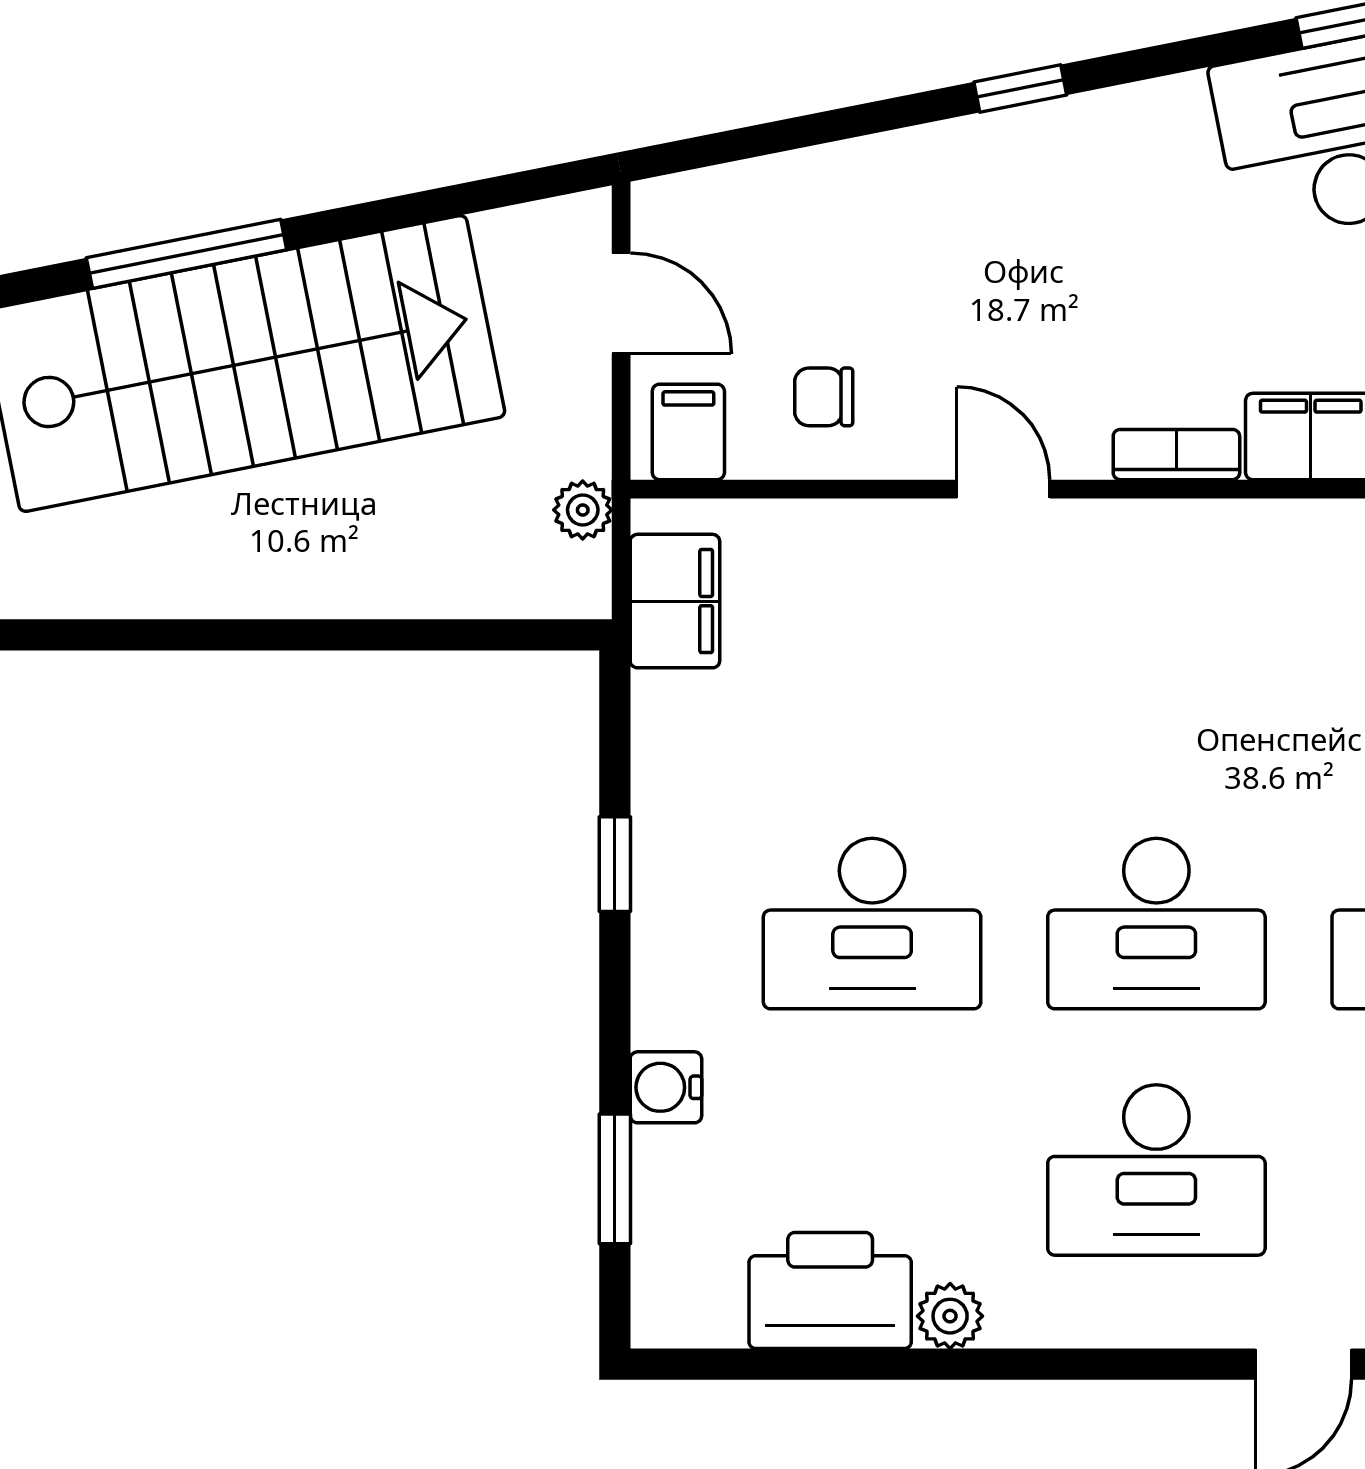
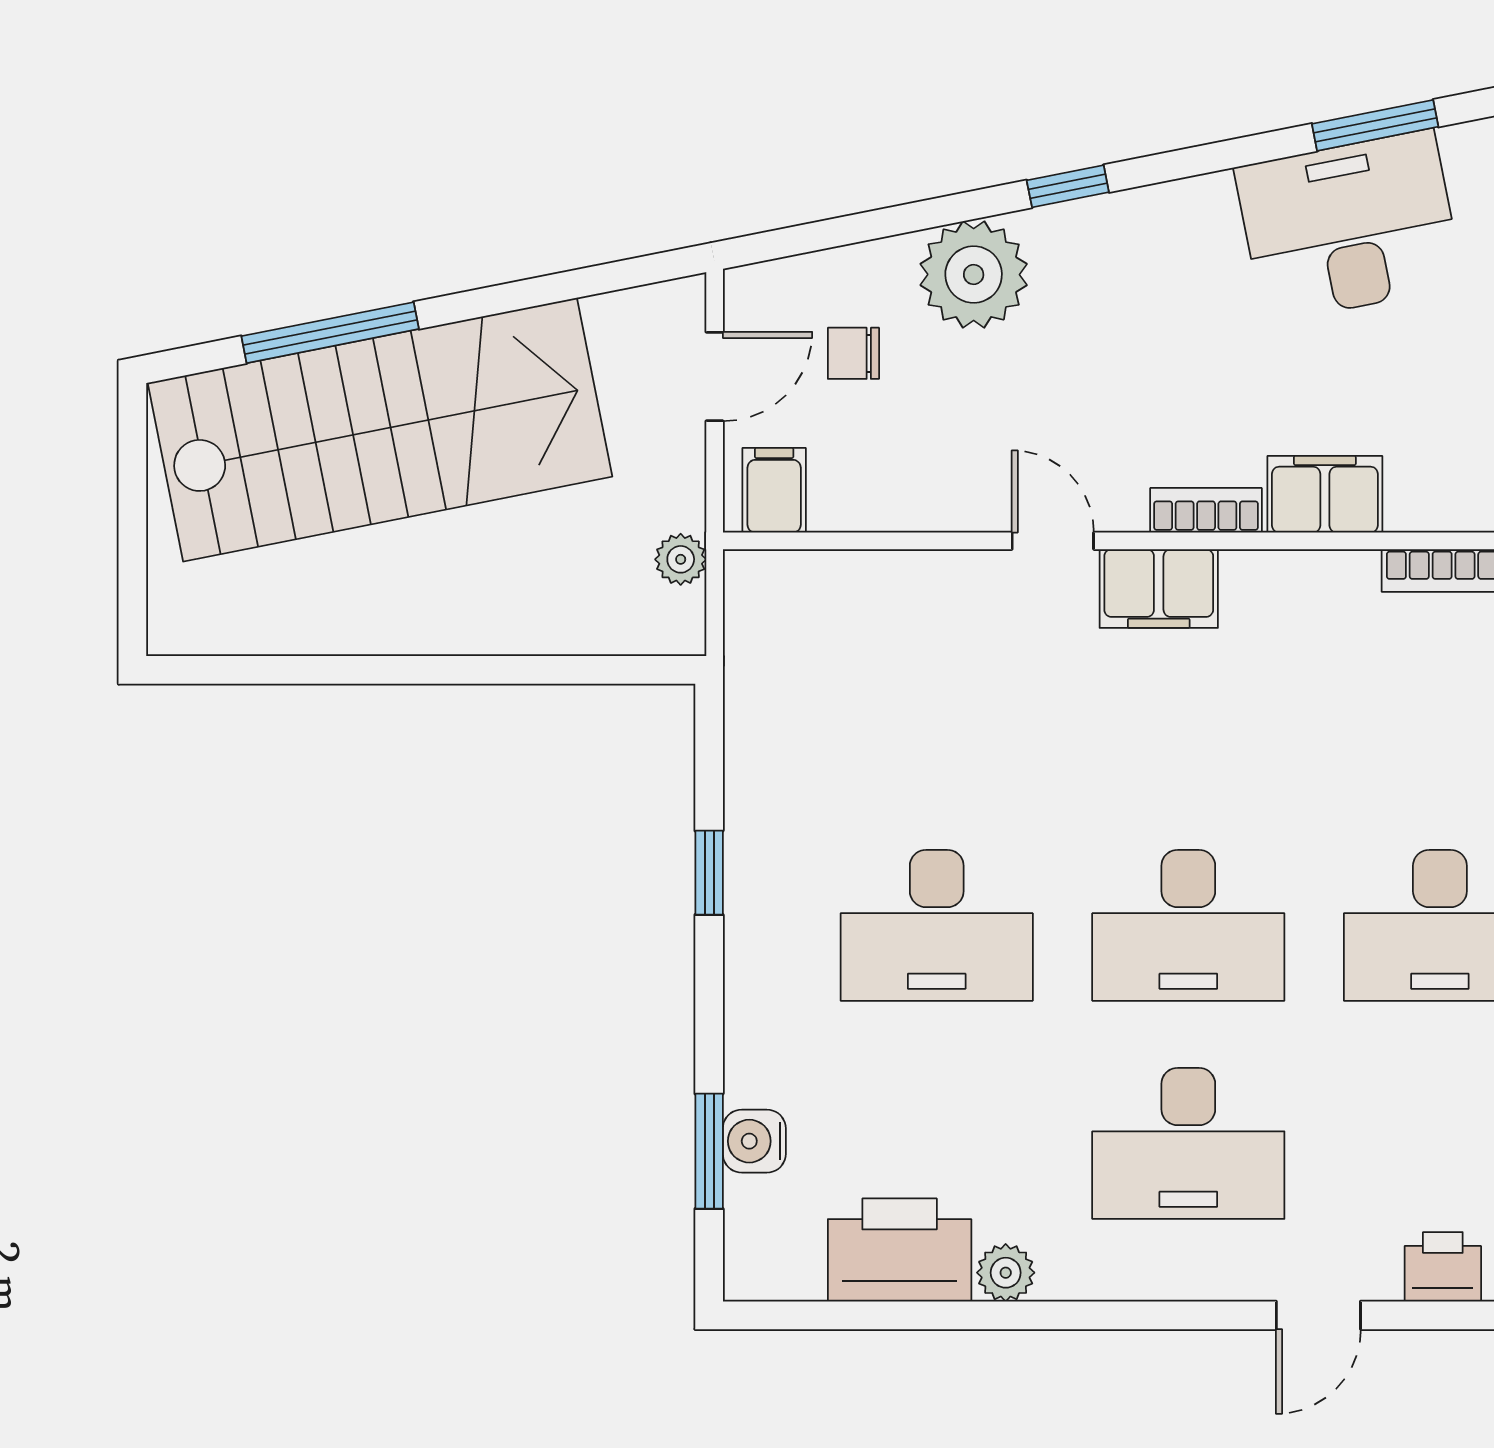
plant: (914, 188) -> (974, 275), added
door: (621, 303) -> (715, 377), hinge flipped
chair: (824, 397) -> (853, 353), moved
filing cabinet: (675, 601) -> (1159, 589), moved, turned 90
water cooler: (666, 1087) -> (754, 1141), moved

